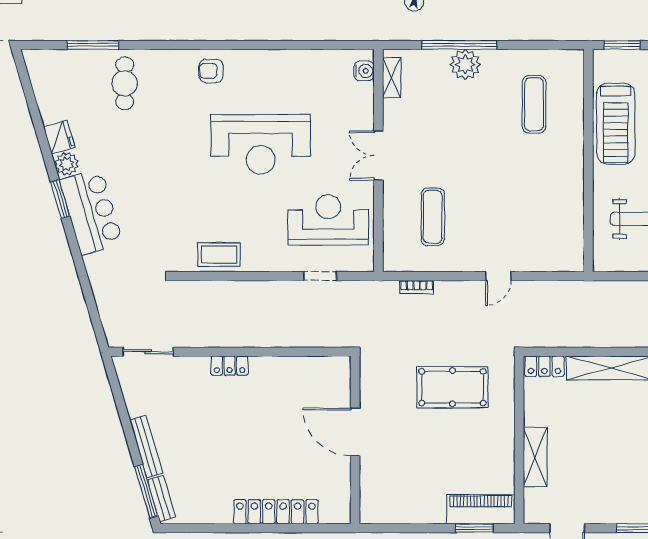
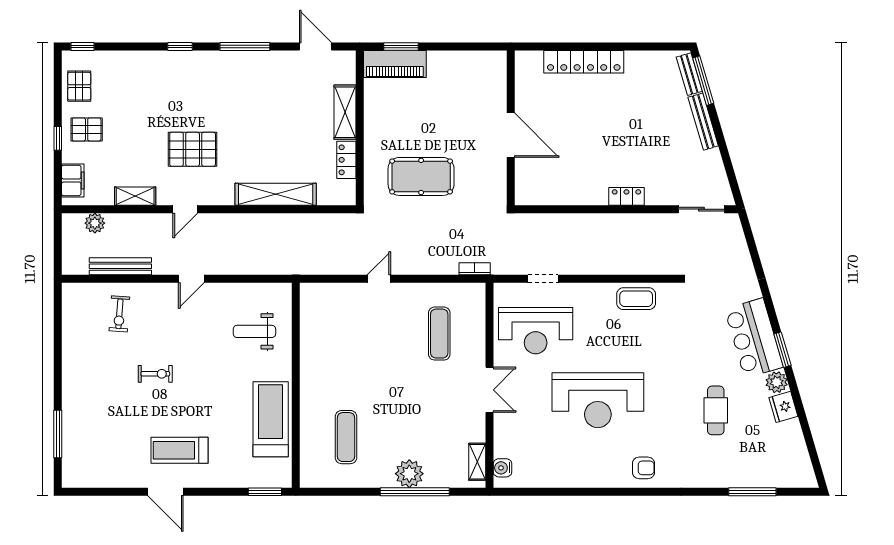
cafe table: (125, 83) -> (716, 410), moved
reception desk: (261, 144) -> (598, 400), turned 180
bookcase: (417, 287) -> (475, 269), moved
locker: (544, 366) -> (346, 160), moved, turned -90

